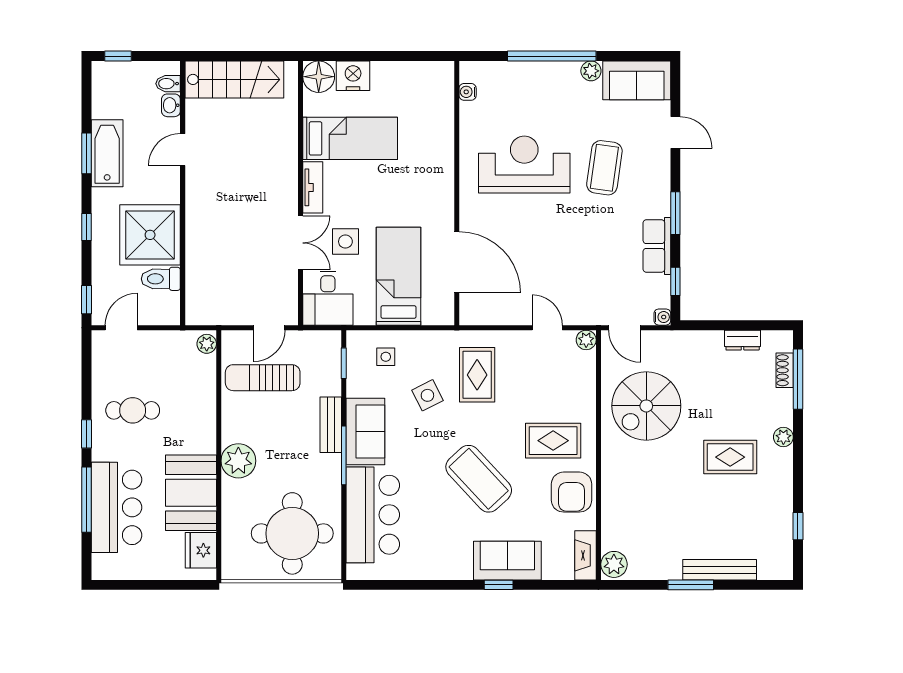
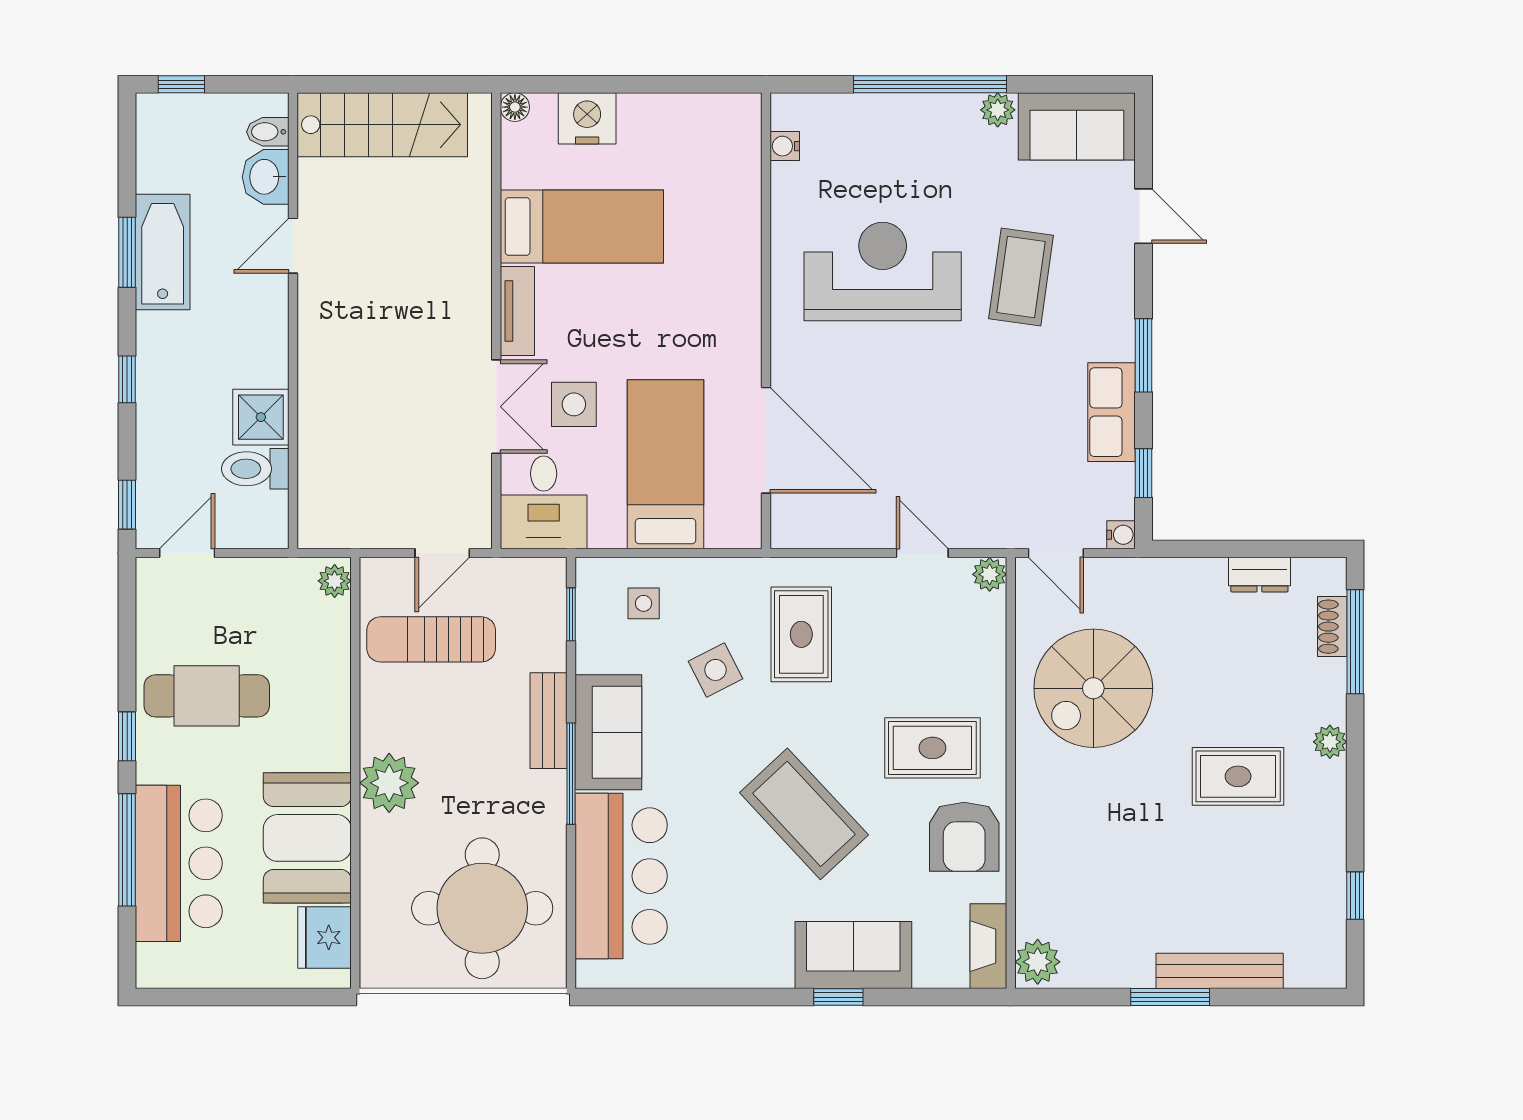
floor lamp: (319, 77) -> (515, 107), width x0.53, depth x0.53
washbasin: (171, 105) -> (266, 177), width x1.38, depth x1.45
shower: (150, 235) -> (261, 417), width x0.54, depth x0.54
cafe table: (133, 410) -> (207, 696), width x1.37, depth x1.35

